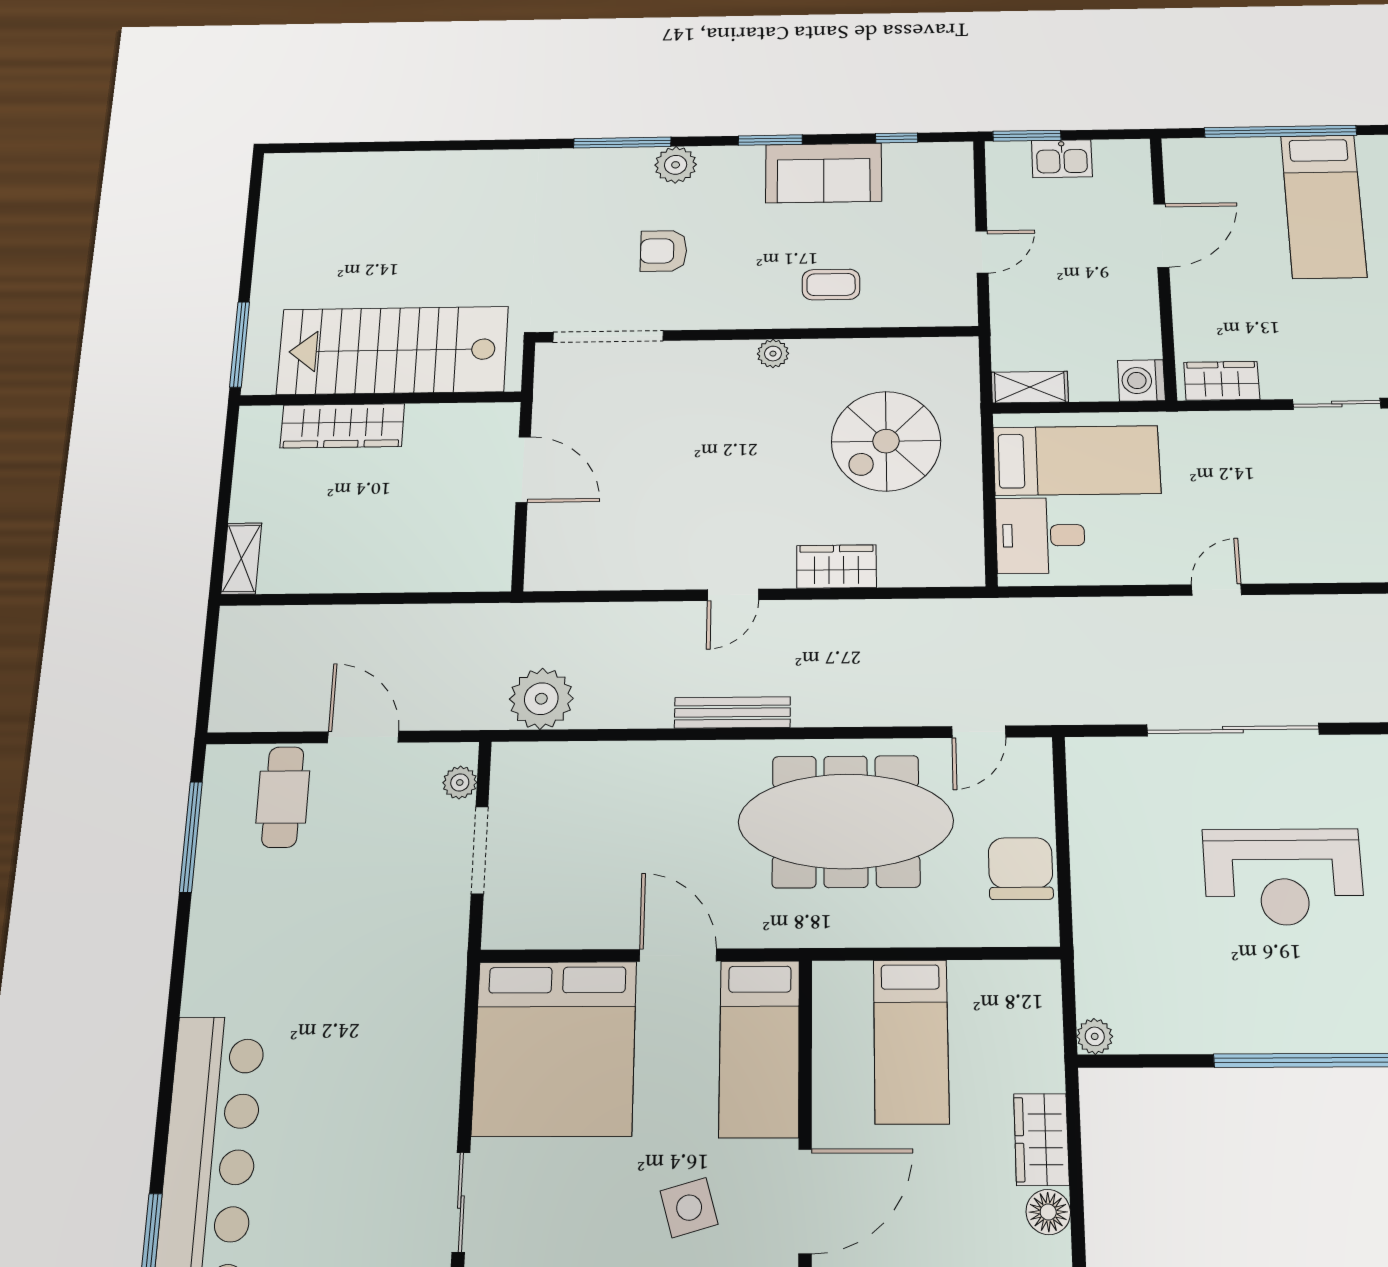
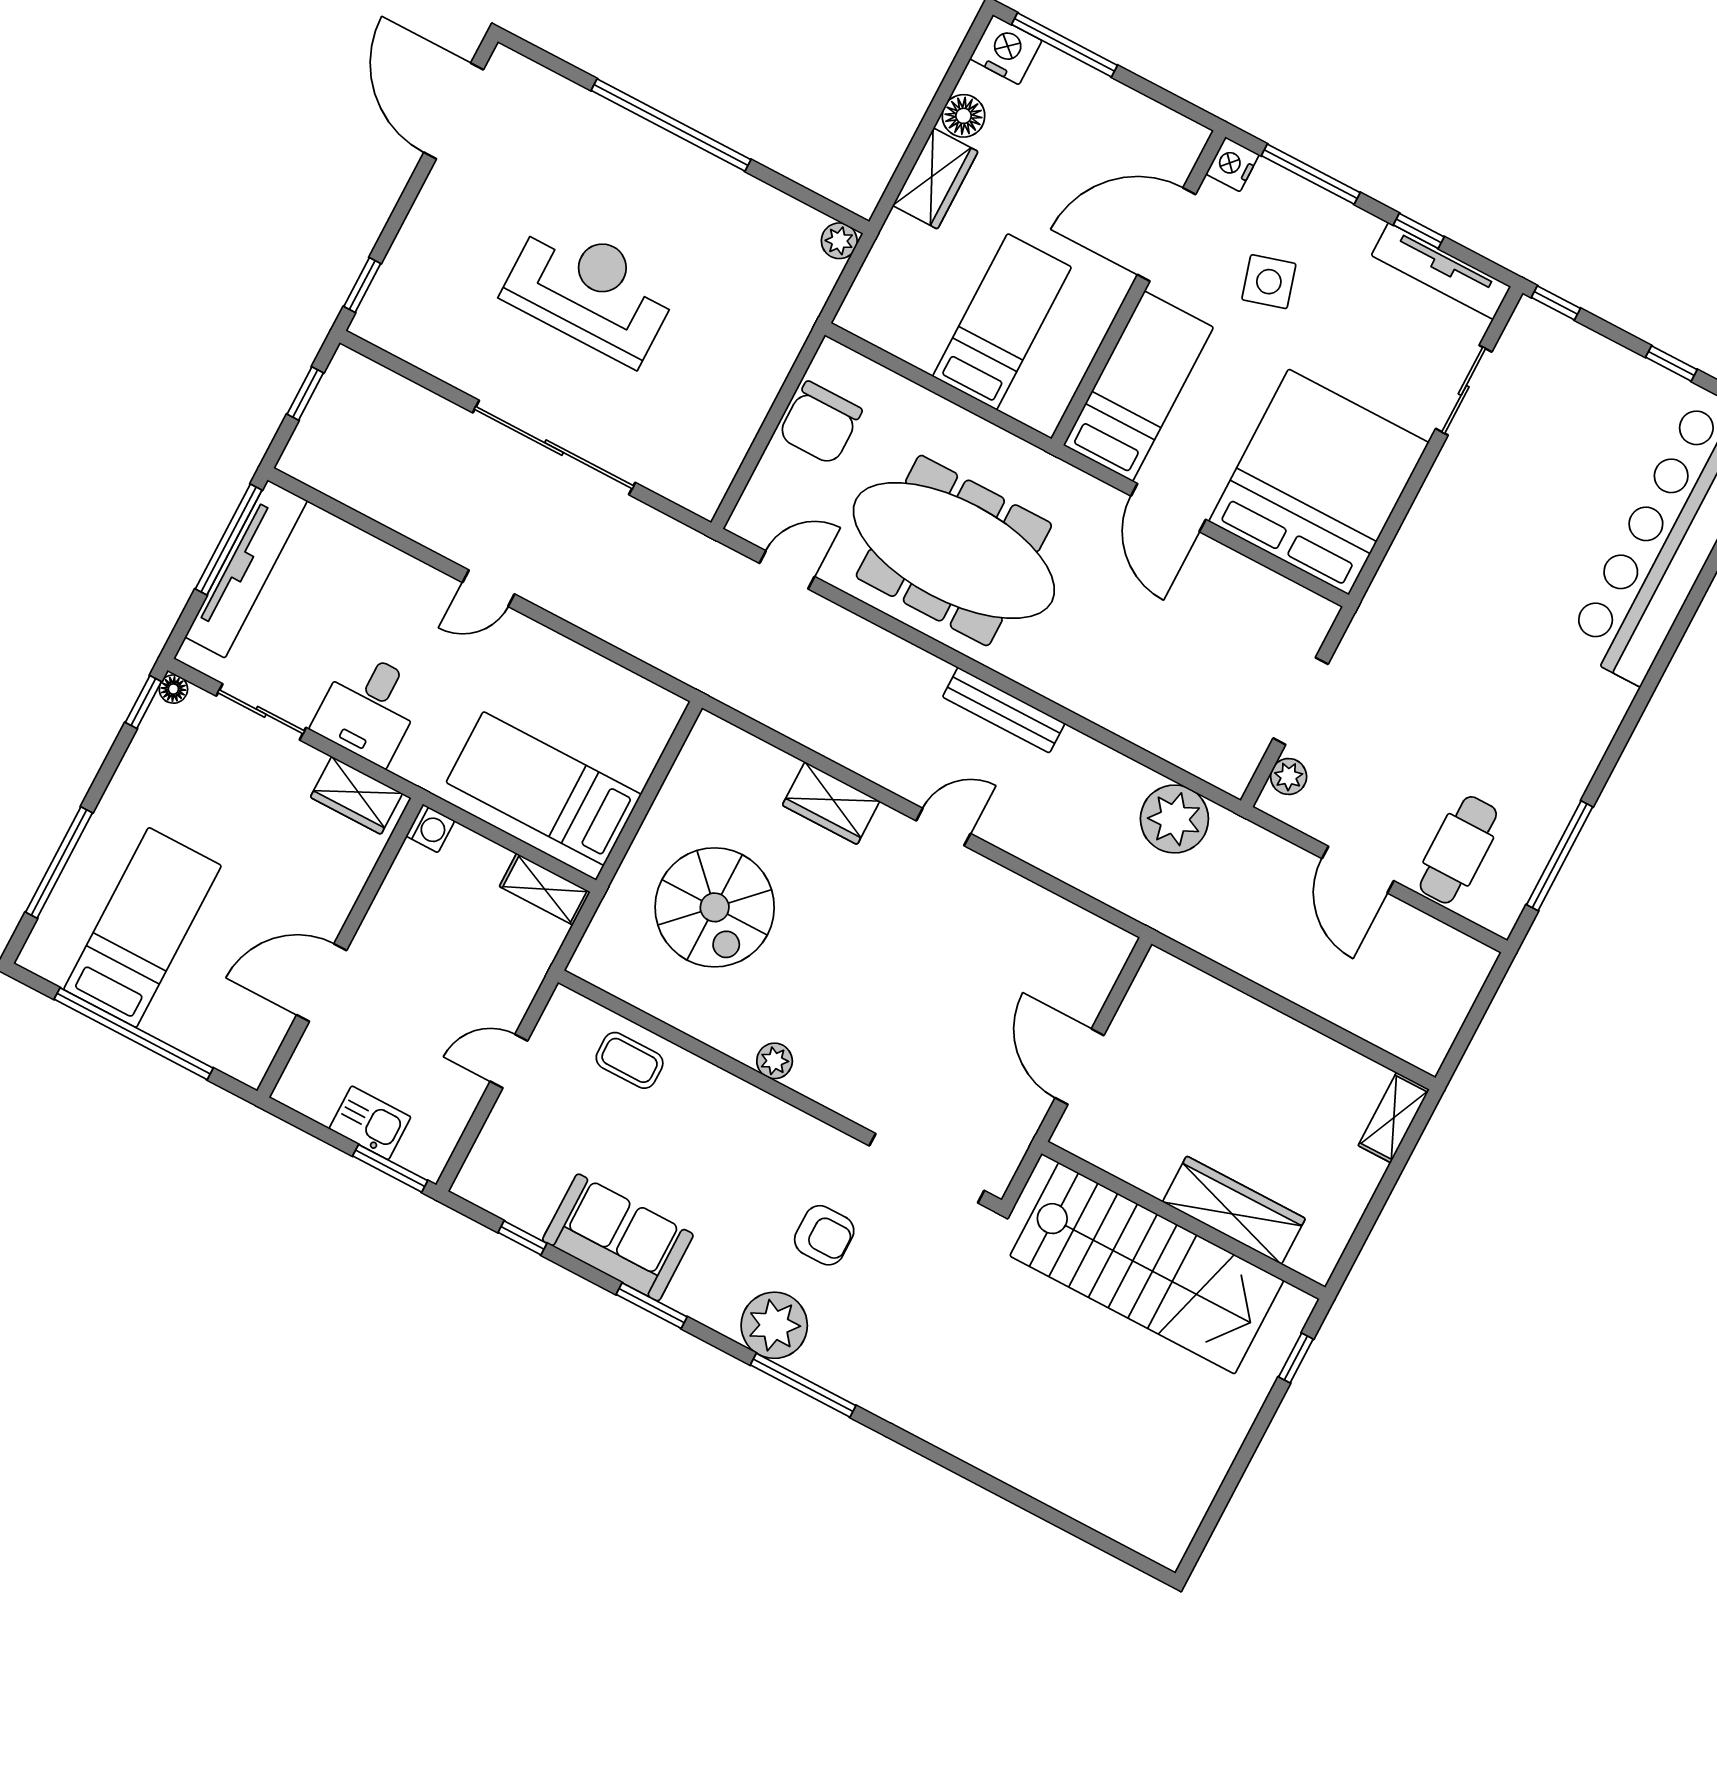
plant: (676, 165) -> (774, 1325), width x1.36, depth x1.36
coffee table: (831, 285) -> (630, 1060), moved
window: (240, 344) -> (1296, 1358), width x0.46
washing machine: (1141, 380) -> (430, 828), width x0.73, depth x0.73
spiral stairs: (886, 441) -> (715, 907), turned 90
desk: (1040, 535) -> (369, 708), moved, turned 90

